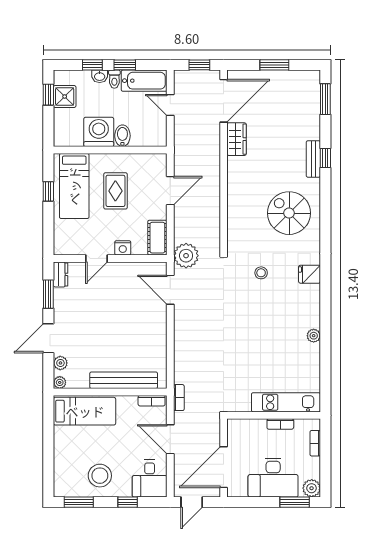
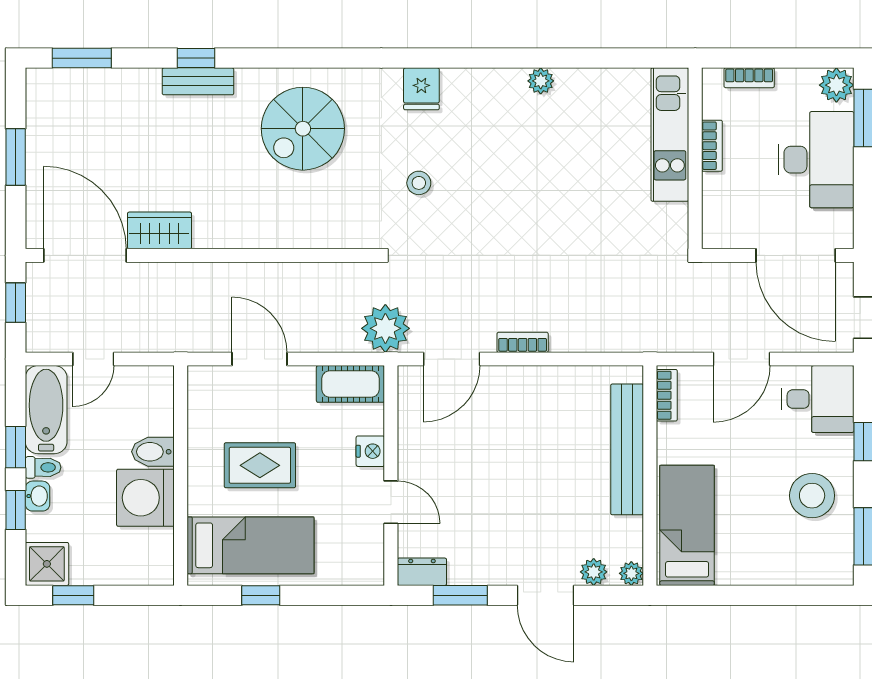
shower: (65, 97) -> (47, 564), moved
bookcase: (179, 398) -> (523, 342), moved

